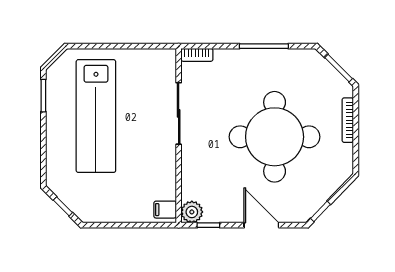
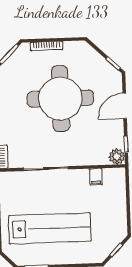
filing cabinet: (165, 210) -> (96, 177), moved

